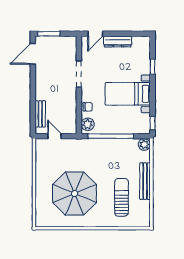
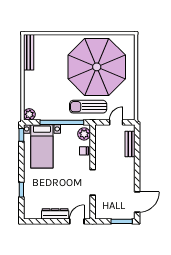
bed with nightstands: (128, 94) -> (42, 146), moved, turned 90
door: (55, 136) -> (116, 122), swing flipped
bench: (145, 181) -> (29, 52), moved
parasol: (75, 194) -> (97, 67), width x1.36, depth x1.36
sun lounger: (122, 197) -> (88, 107), moved, turned 90

